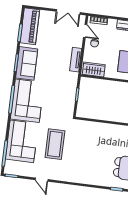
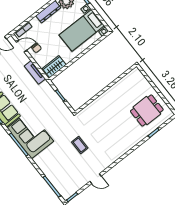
corner sofa: (22, 141) -> (55, 166), removed
coffee table: (55, 144) -> (80, 145), width x0.54, depth x0.58

